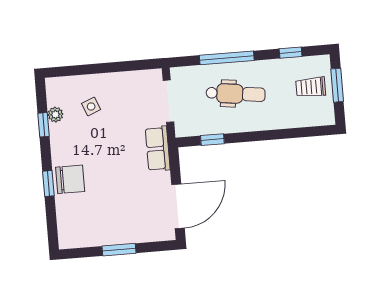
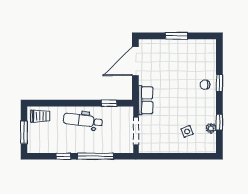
window: (291, 53) -> (63, 156), moved
trolley: (311, 87) -> (40, 116), moved
dental chair: (236, 94) -> (83, 120), moved
chair: (70, 179) -> (205, 85), width x0.54, depth x0.54

